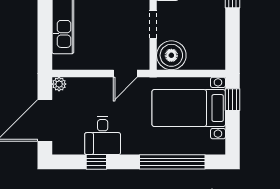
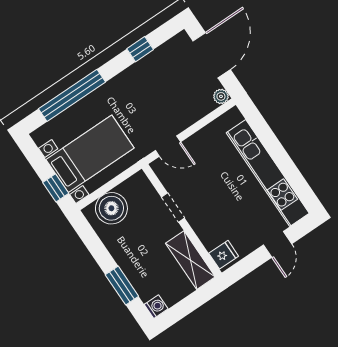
boiler: (171, 55) -> (111, 208), moved
door: (125, 74) -> (168, 146), swing flipped
desk: (103, 136) -> (151, 77), removed

